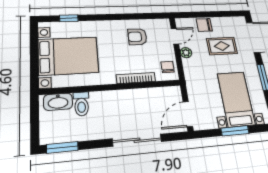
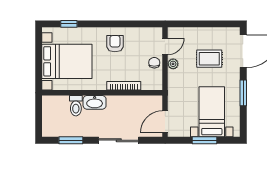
chair: (204, 25) -> (196, 35), removed
armchair: (137, 37) -> (115, 44), moved, turned 90
chair: (168, 67) -> (154, 63), moved
washbasin: (58, 102) -> (95, 102), moved
window: (62, 147) -> (71, 140), moved

